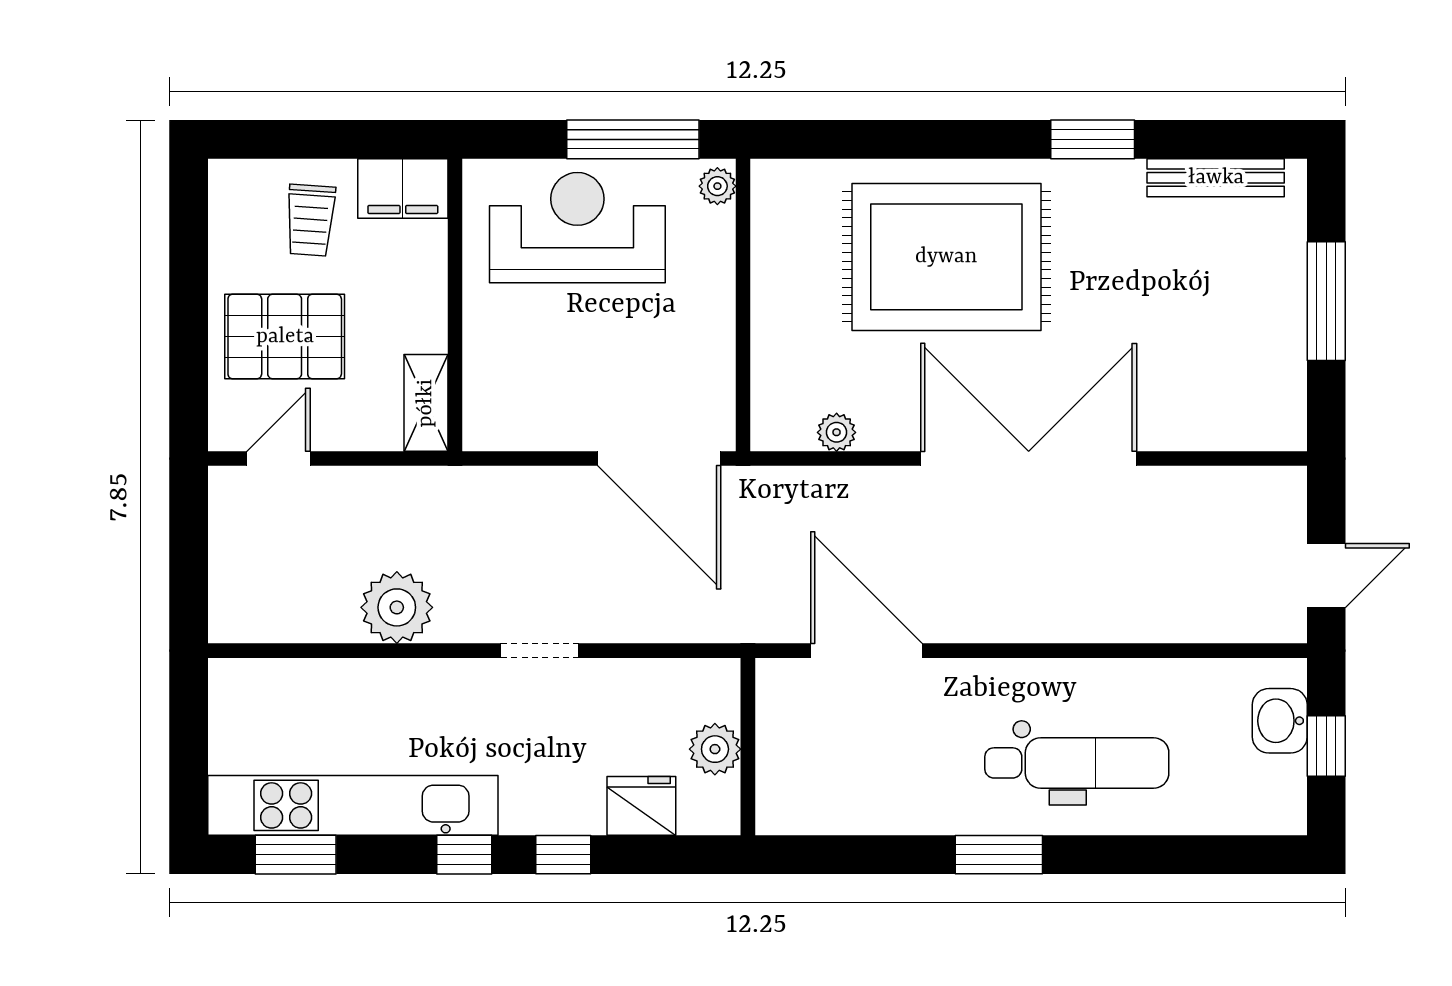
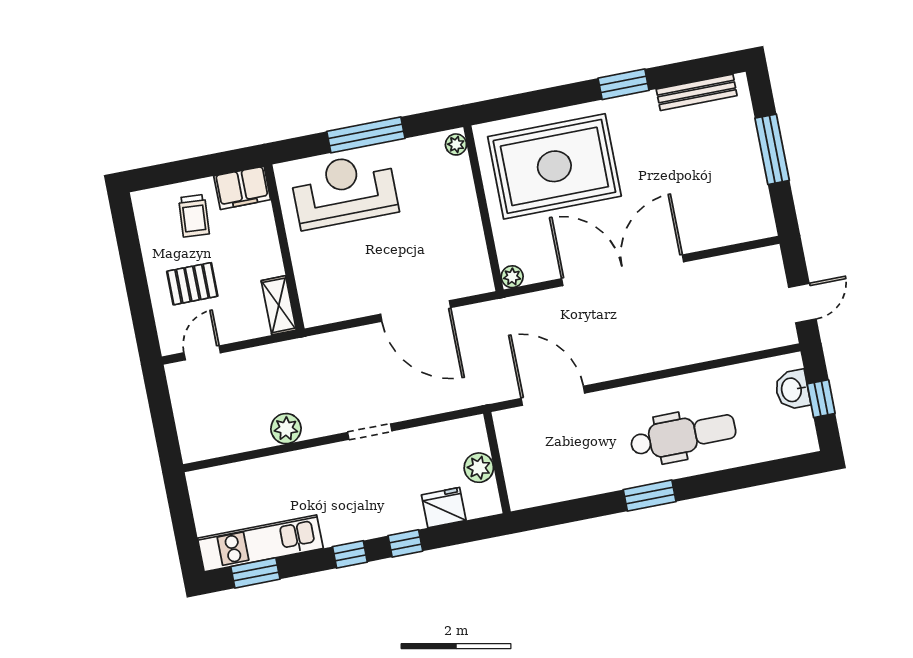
plant: (717, 186) -> (456, 144), moved
wall: (743, 305) -> (483, 208), moved
pallet: (285, 337) -> (192, 284), width x0.67, depth x0.71
plant: (397, 607) -> (286, 429), width x0.73, depth x0.73
kitchen unit: (353, 805) -> (260, 543), width x0.73

